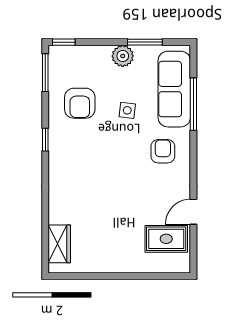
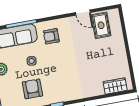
armchair: (80, 103) -> (32, 89), turned -90

